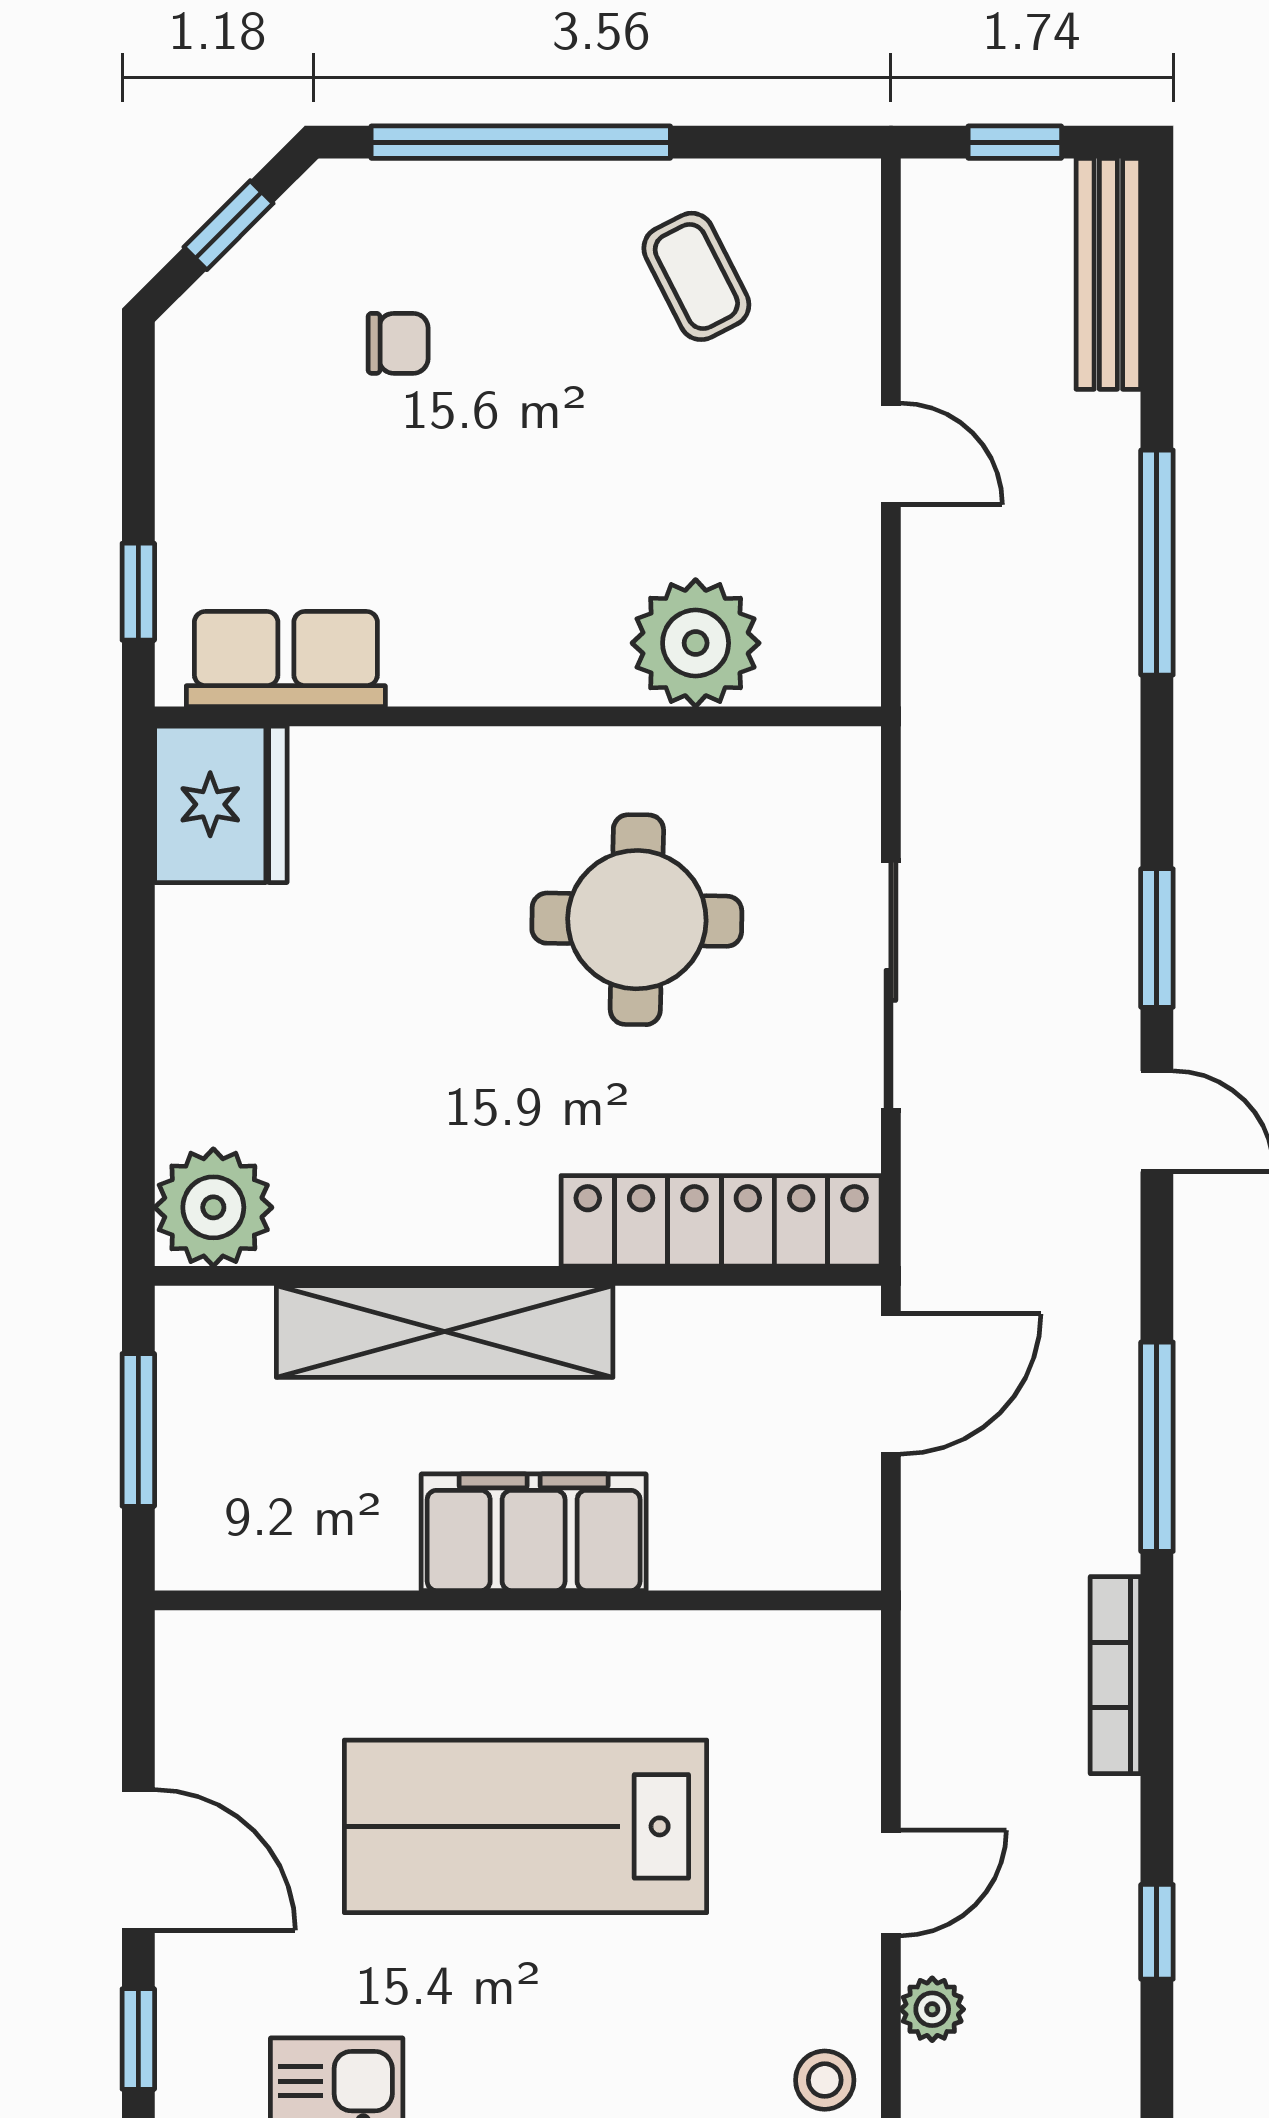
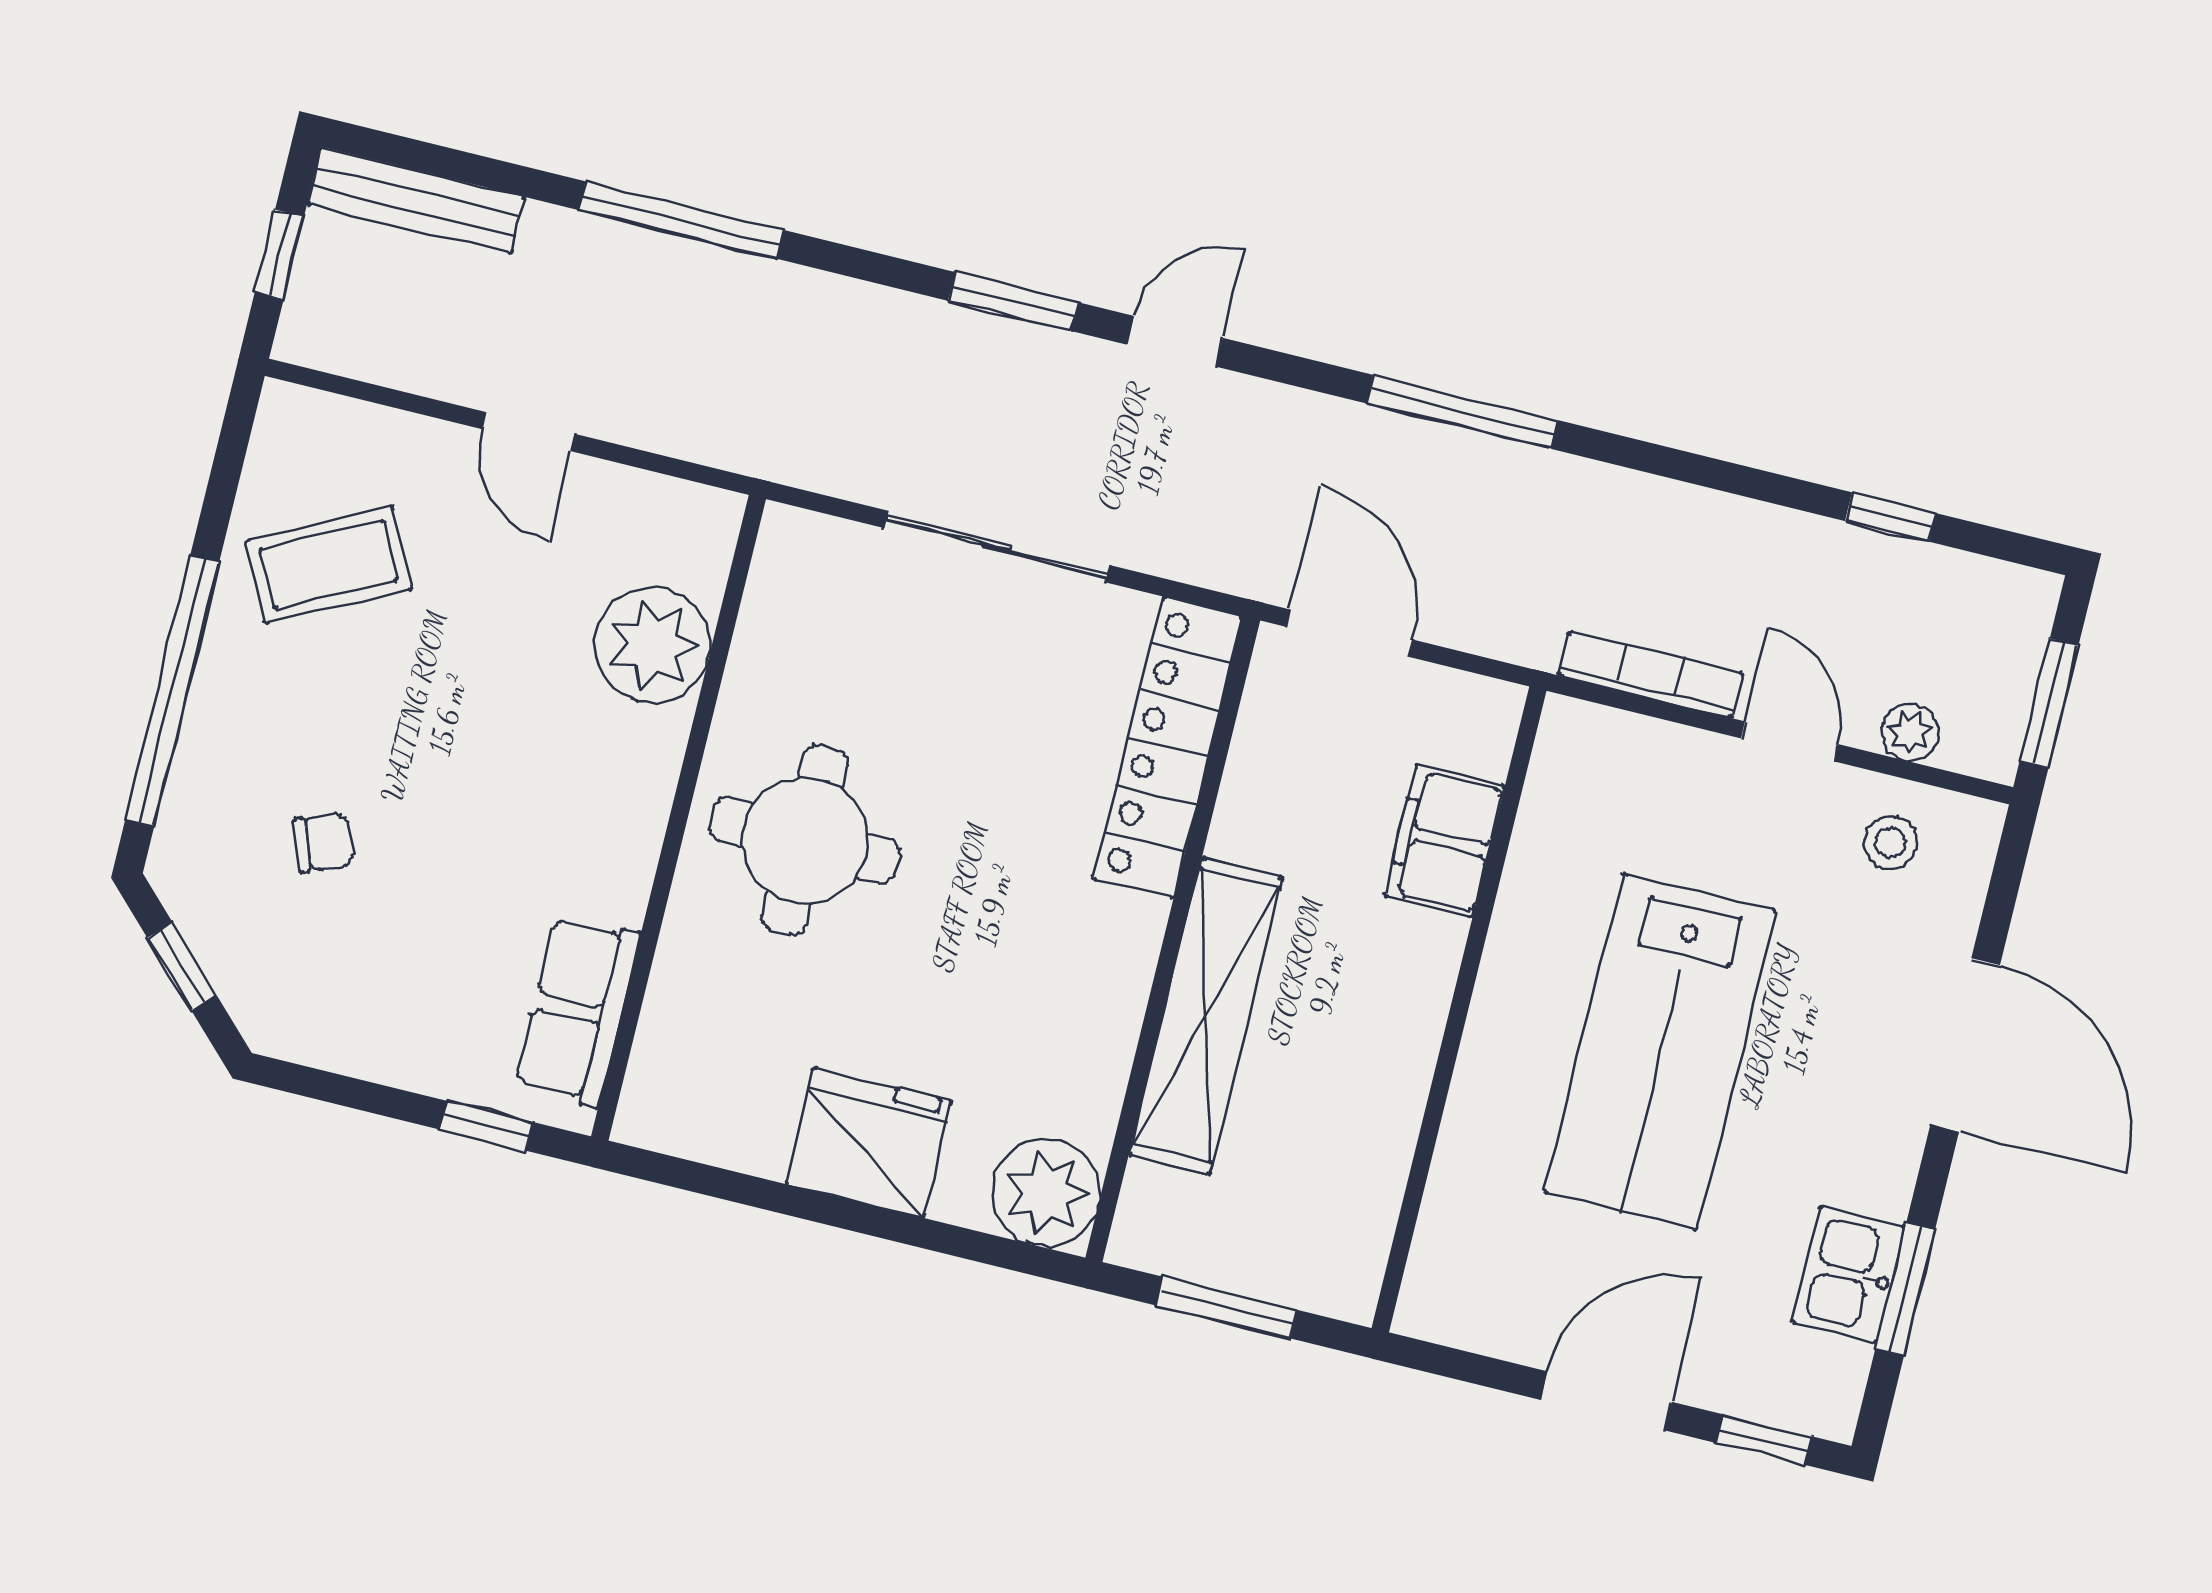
coffee table: (696, 276) -> (329, 565), width x1.36, depth x1.30
chair: (398, 343) -> (323, 843), turned 69
door: (891, 454) -> (528, 431), swing flipped
fridge: (221, 804) -> (869, 1143), moved
round table: (637, 920) -> (805, 840), moved
filing cabinet: (534, 1532) -> (1445, 841), moved, width x0.67, depth x0.86
bookcase: (1115, 1675) -> (1651, 674), moved, turned 180
stool: (825, 2080) -> (1890, 843), moved

